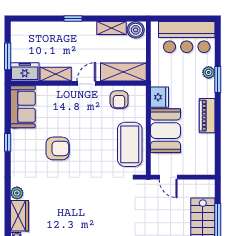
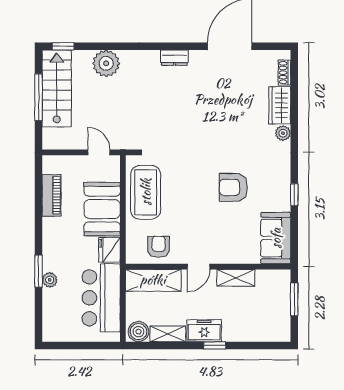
bar counter: (187, 37) -> (101, 298), moved, turned -90
freezer: (25, 72) -> (204, 331), moved, turned 180
piano: (207, 116) -> (52, 195), moved

